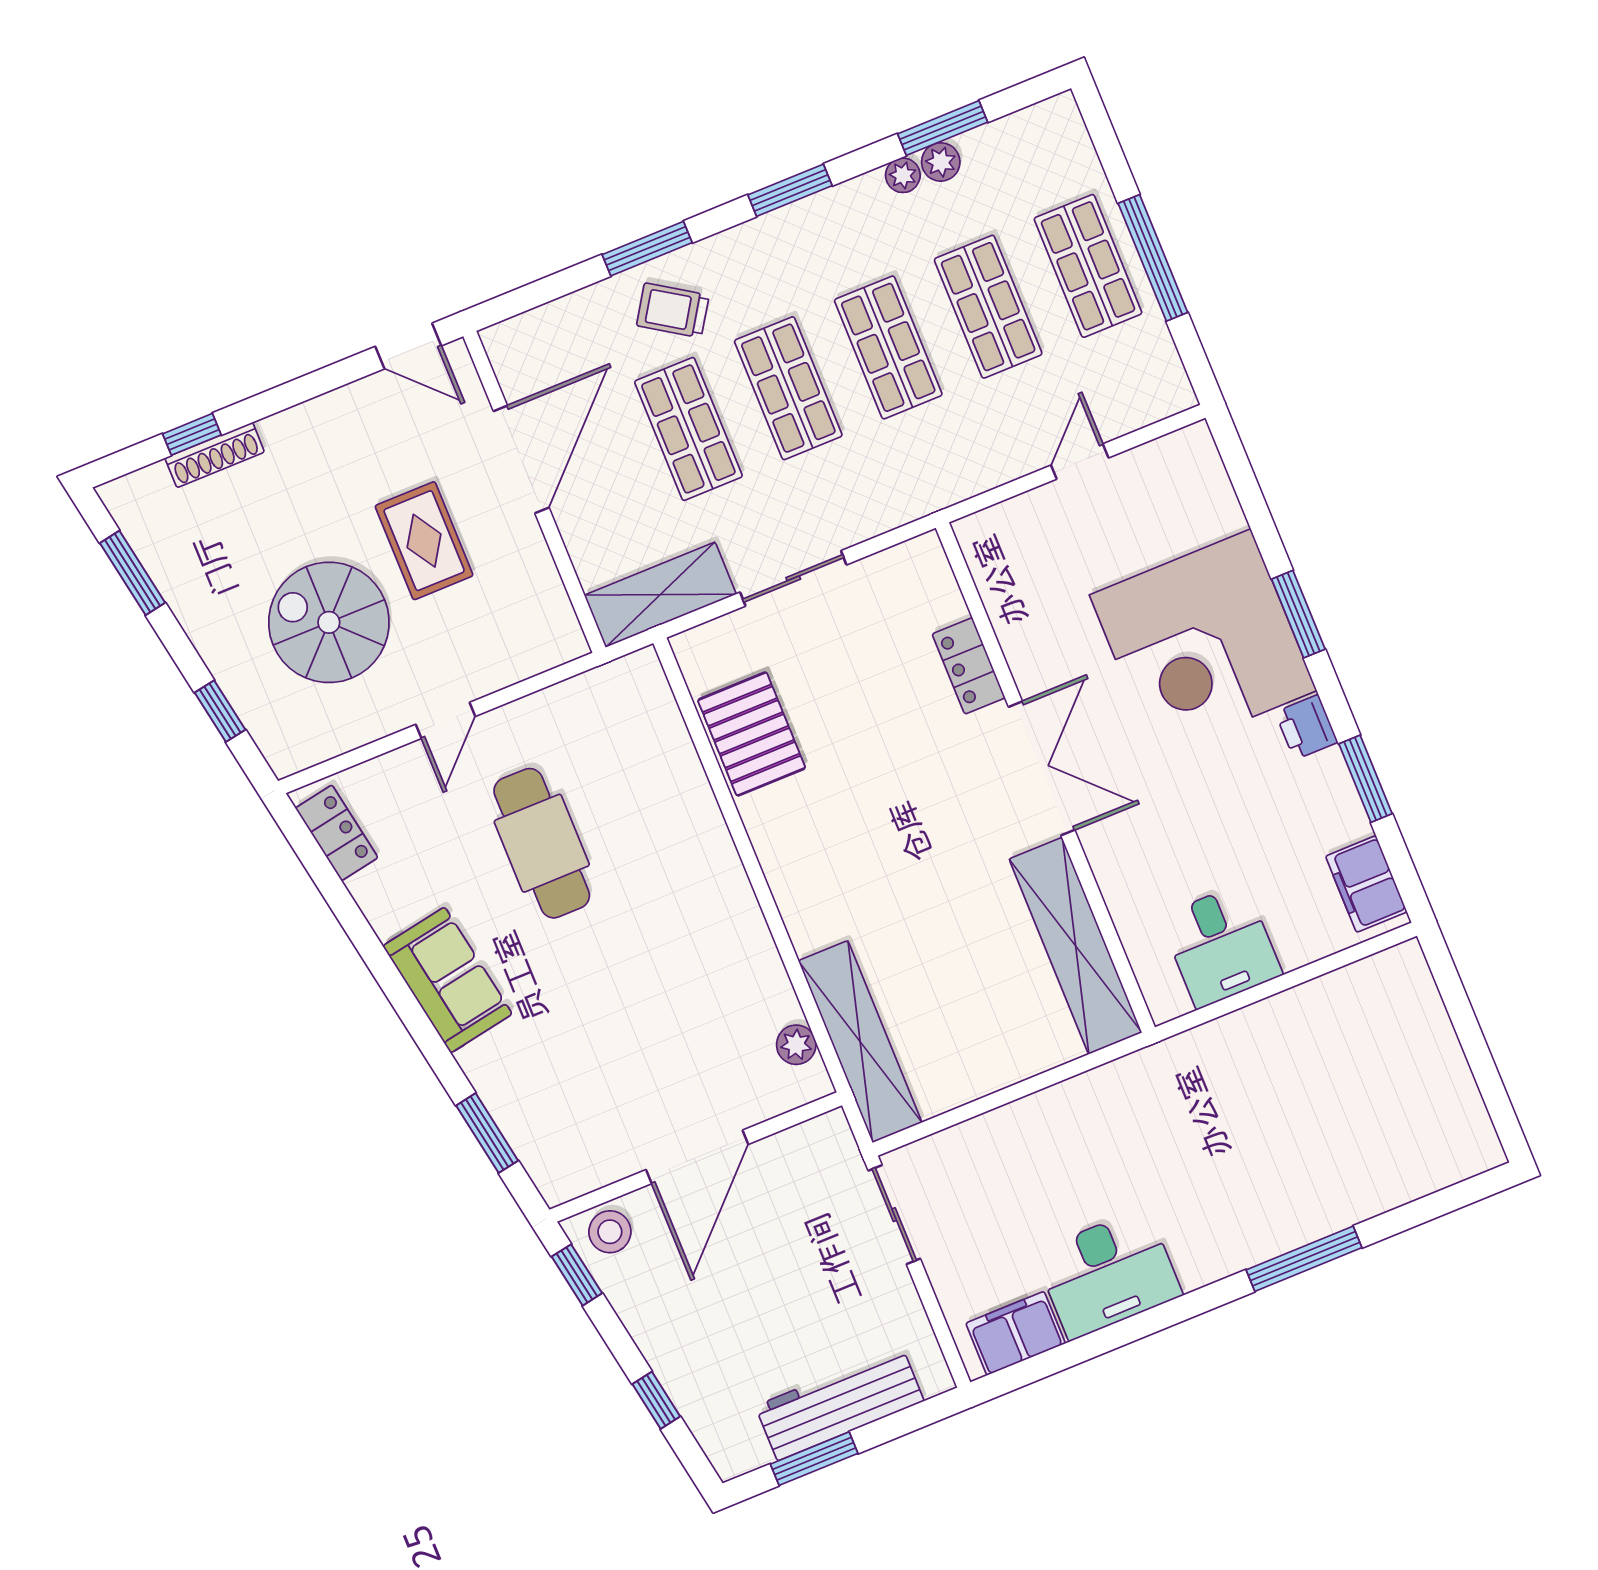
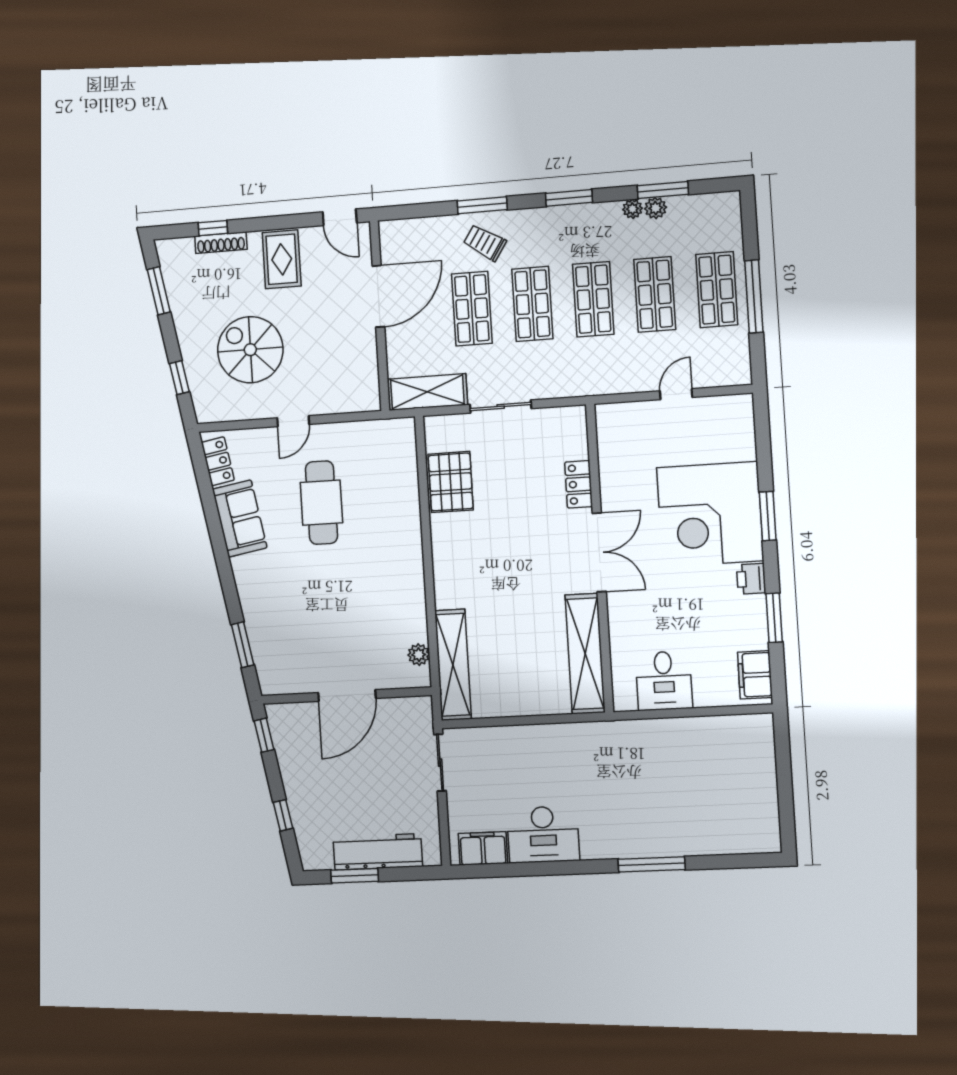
rug: (424, 541) -> (282, 259), moved
sofa: (447, 980) -> (240, 519), moved
stool: (610, 1232) -> (289, 719), removed

